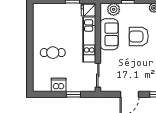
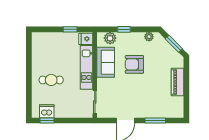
dishwasher: (59, 85) -> (47, 111), moved
window: (73, 94) -> (47, 120), moved

